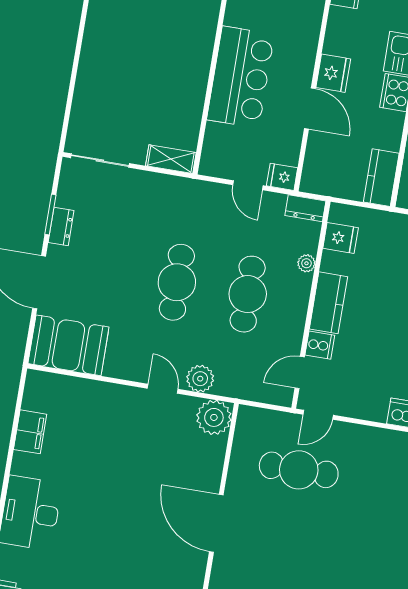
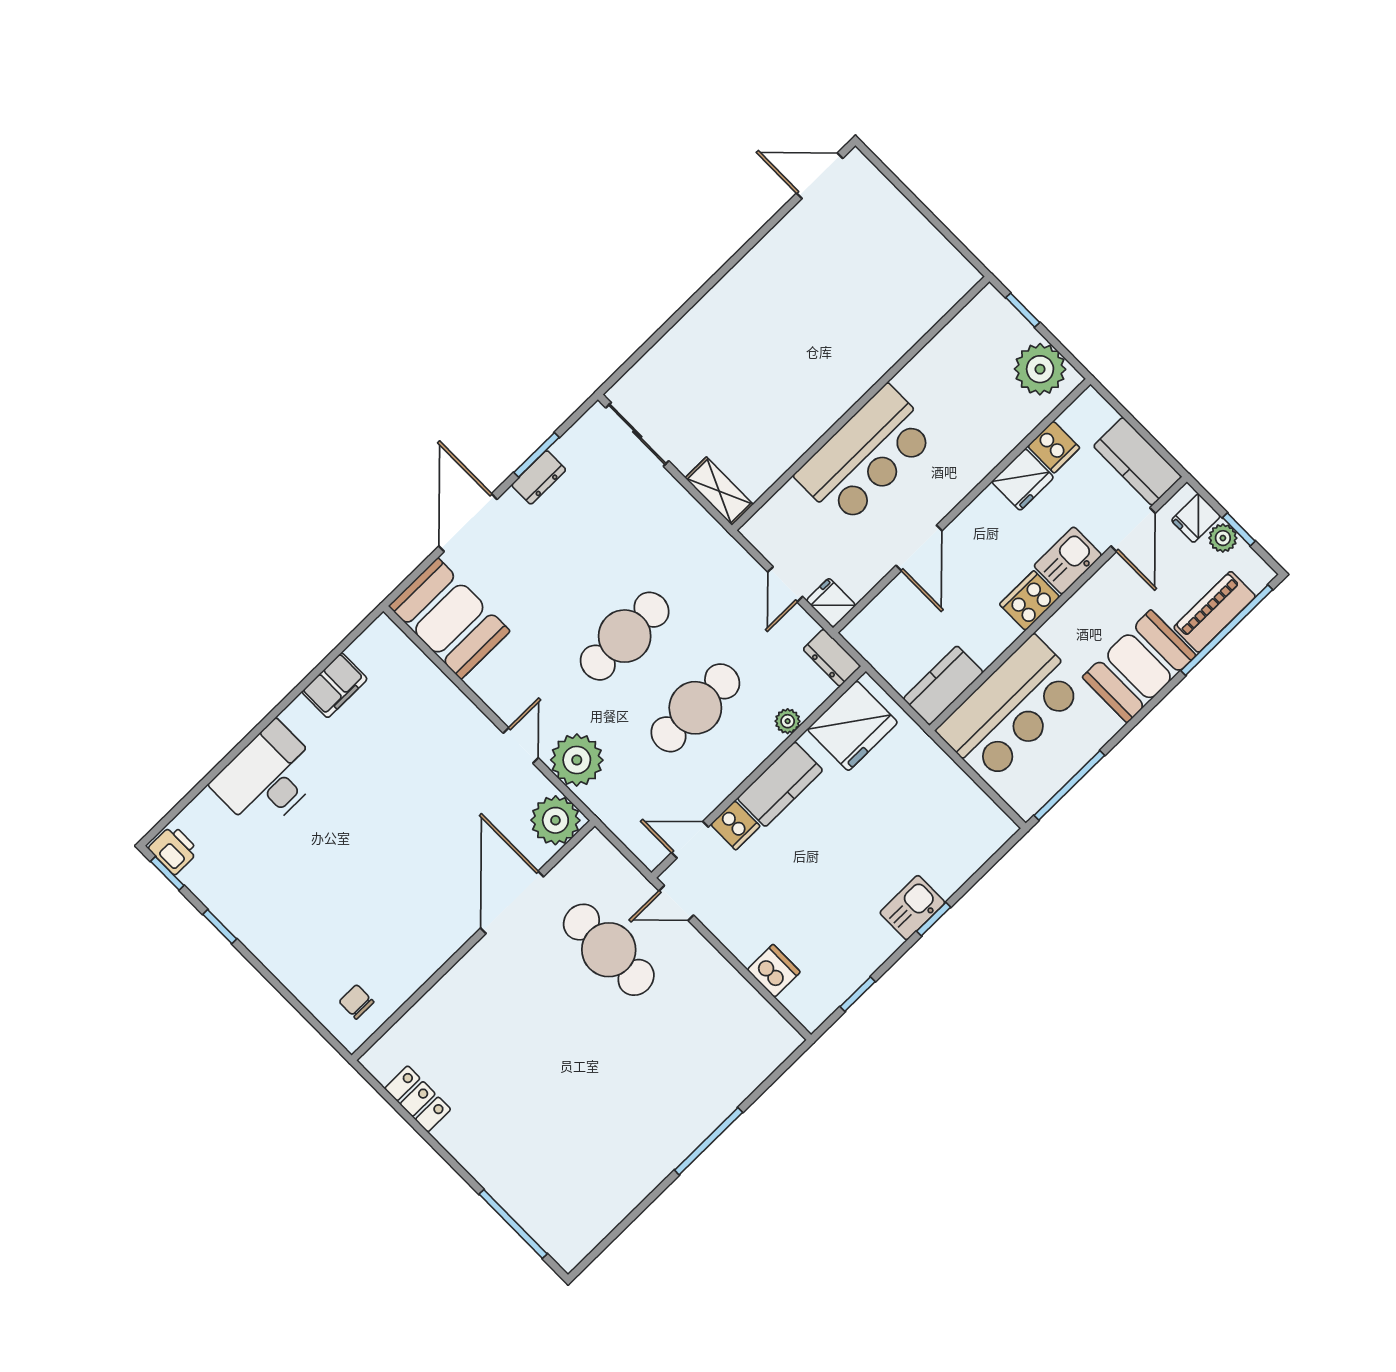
fridge: (333, 73) -> (1023, 480), moved
fridge: (341, 238) -> (852, 726), width x1.88, depth x1.34
plant: (200, 379) -> (577, 760), width x1.36, depth x1.36
door: (216, 523) -> (512, 902), moved

